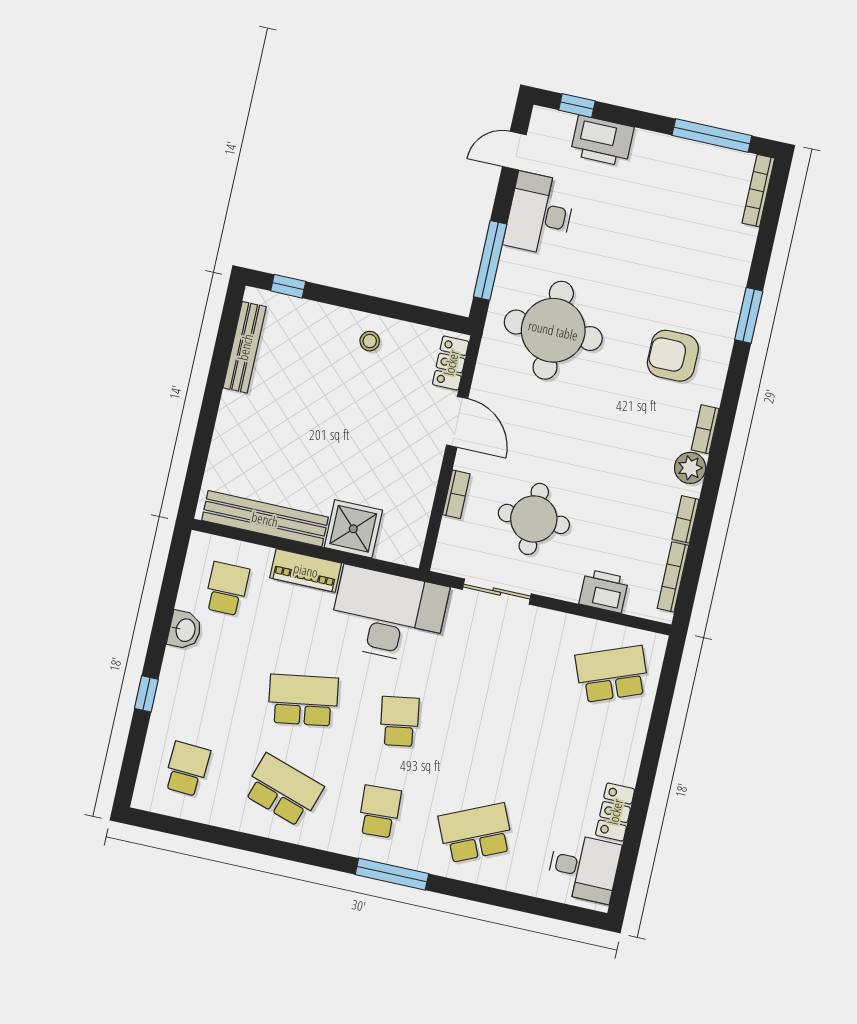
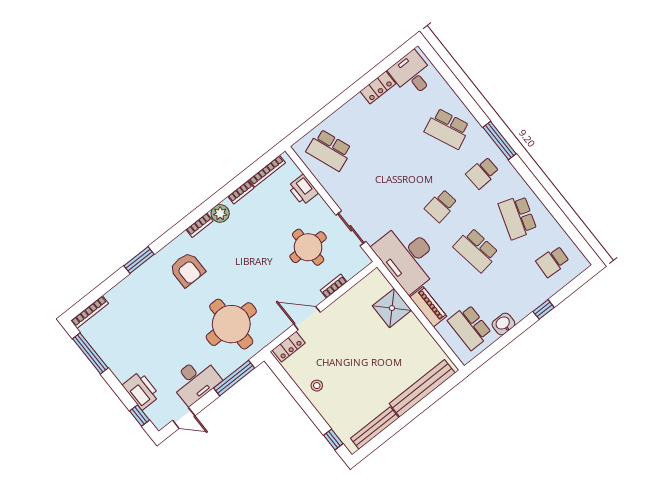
door: (457, 422) -> (307, 318), hinge flipped
bench: (265, 519) -> (422, 388), moved, turned 90
school desk: (227, 589) -> (470, 327), width x1.85

